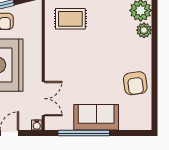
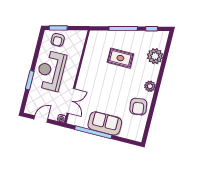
rug: (70, 19) -> (120, 58), moved
plant: (144, 30) -> (150, 86), moved

